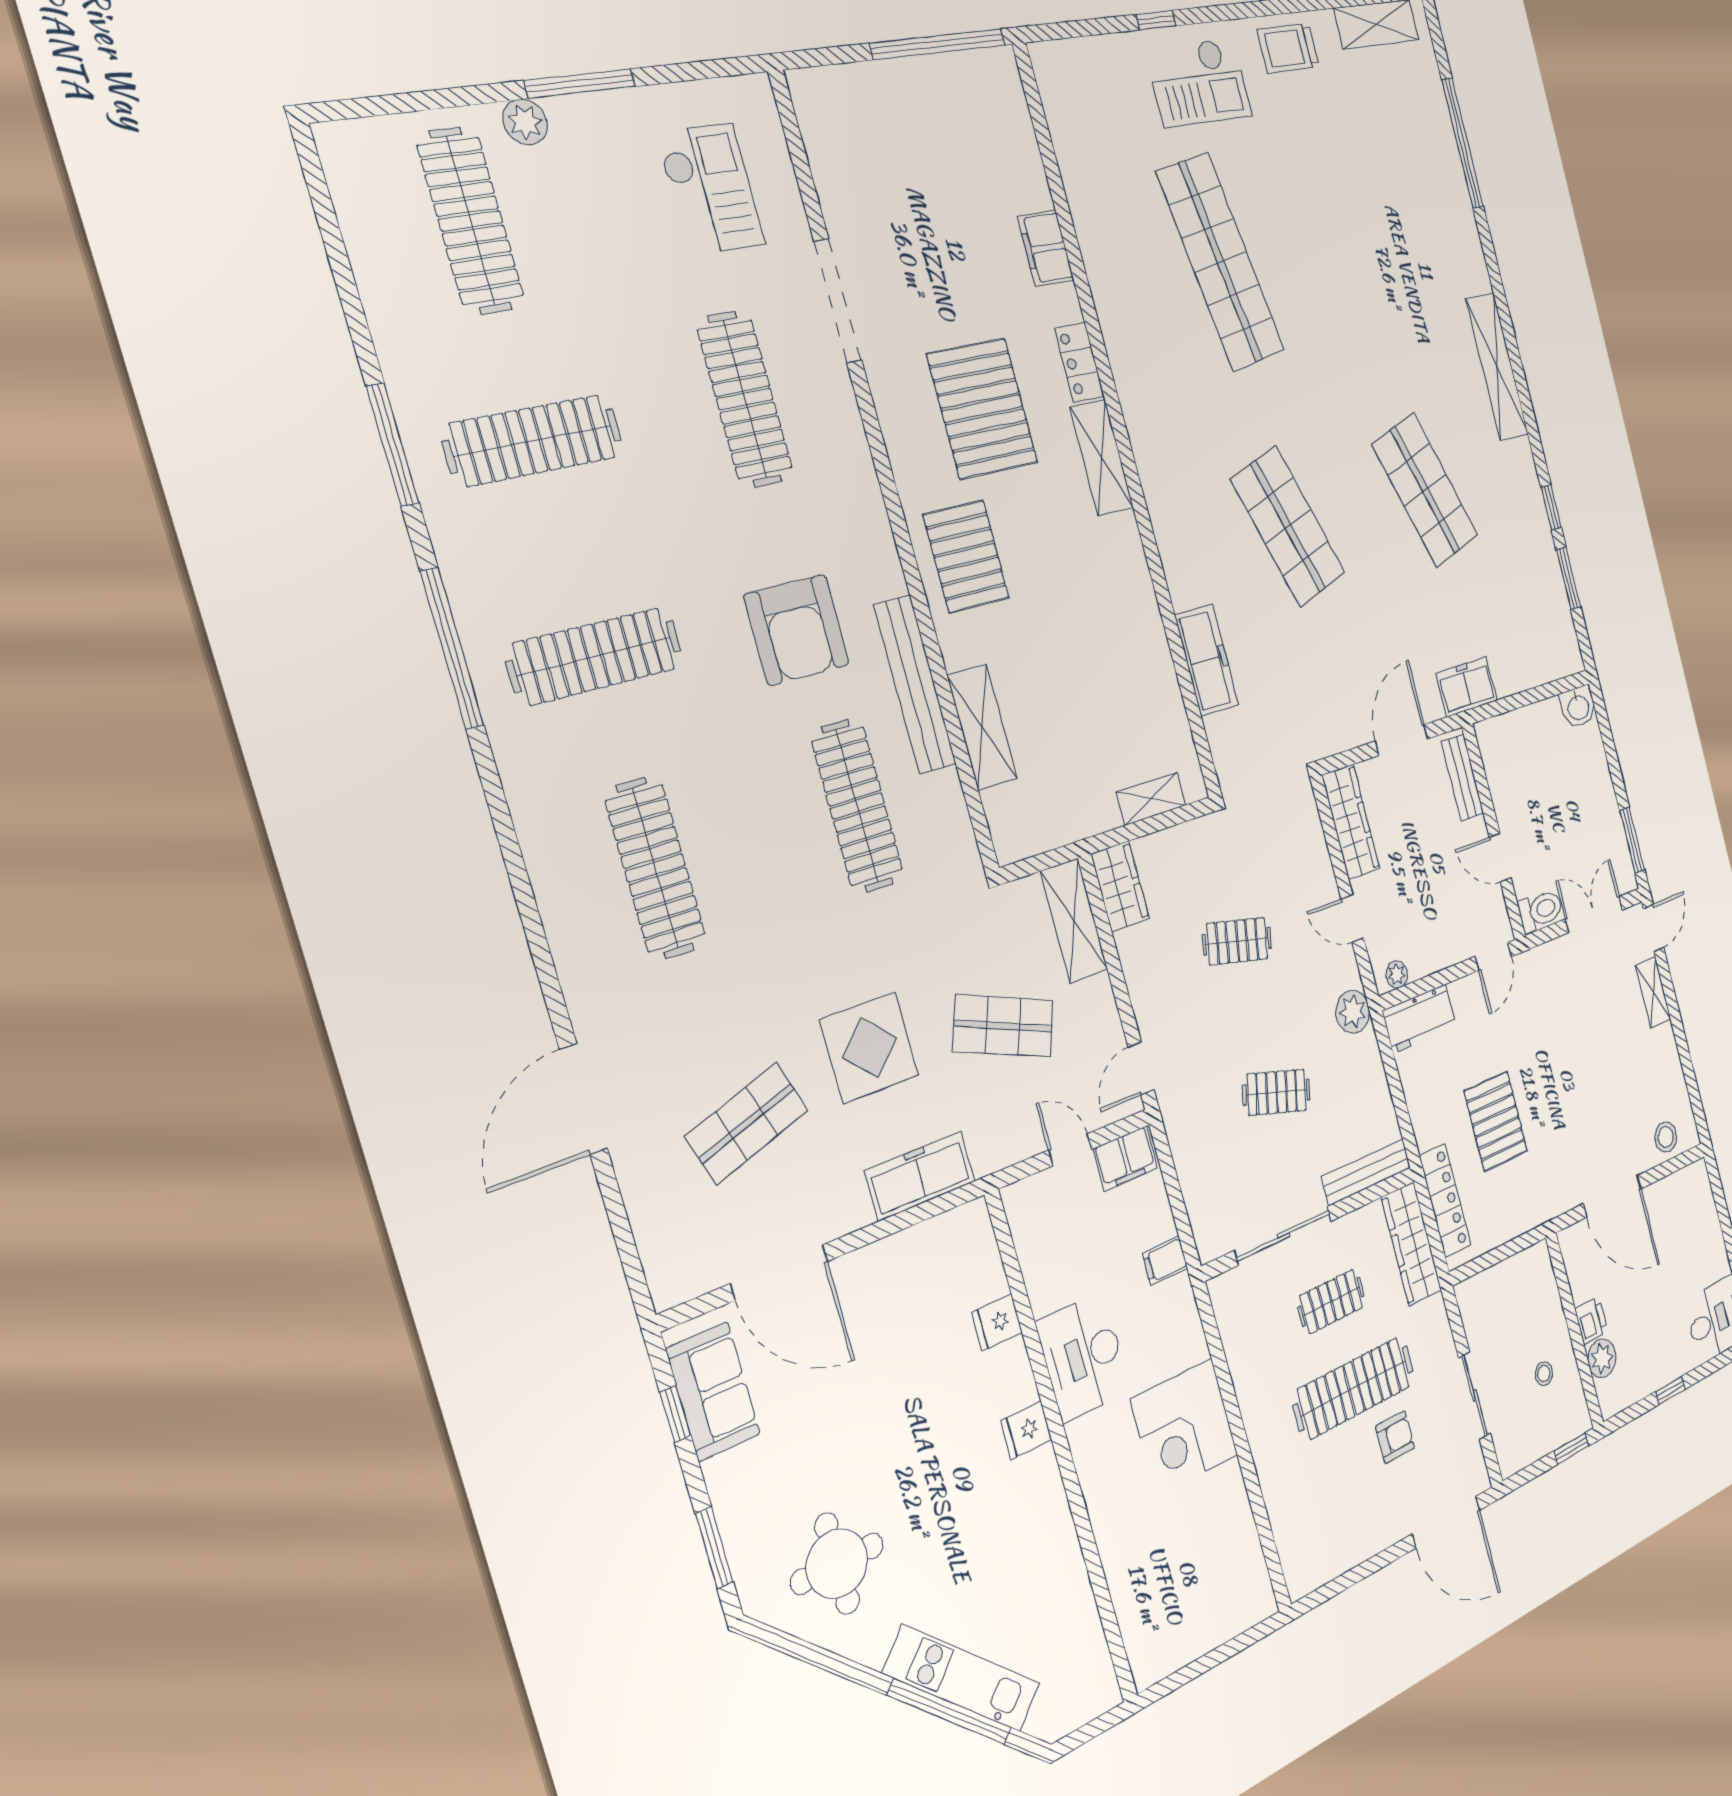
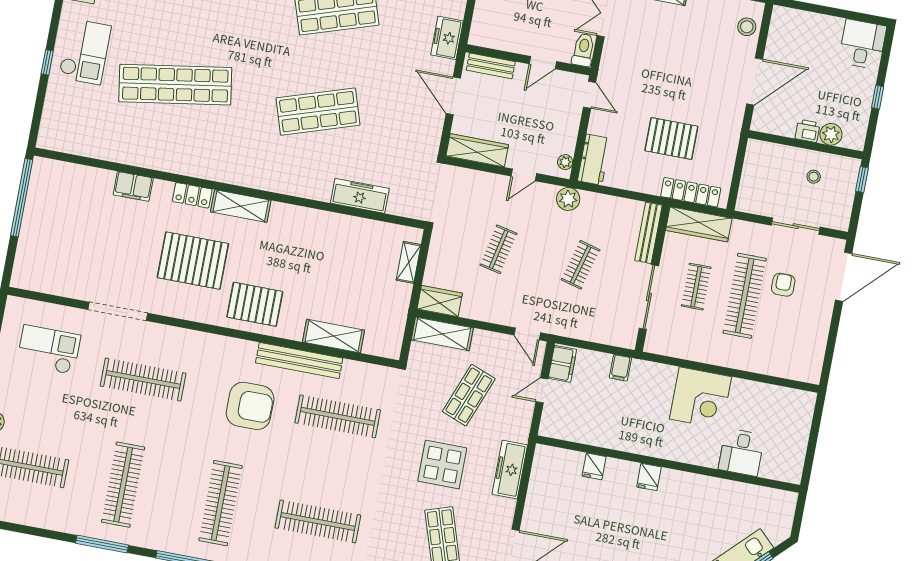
desk: (1083, 1357) -> (741, 452), moved, width x0.73

